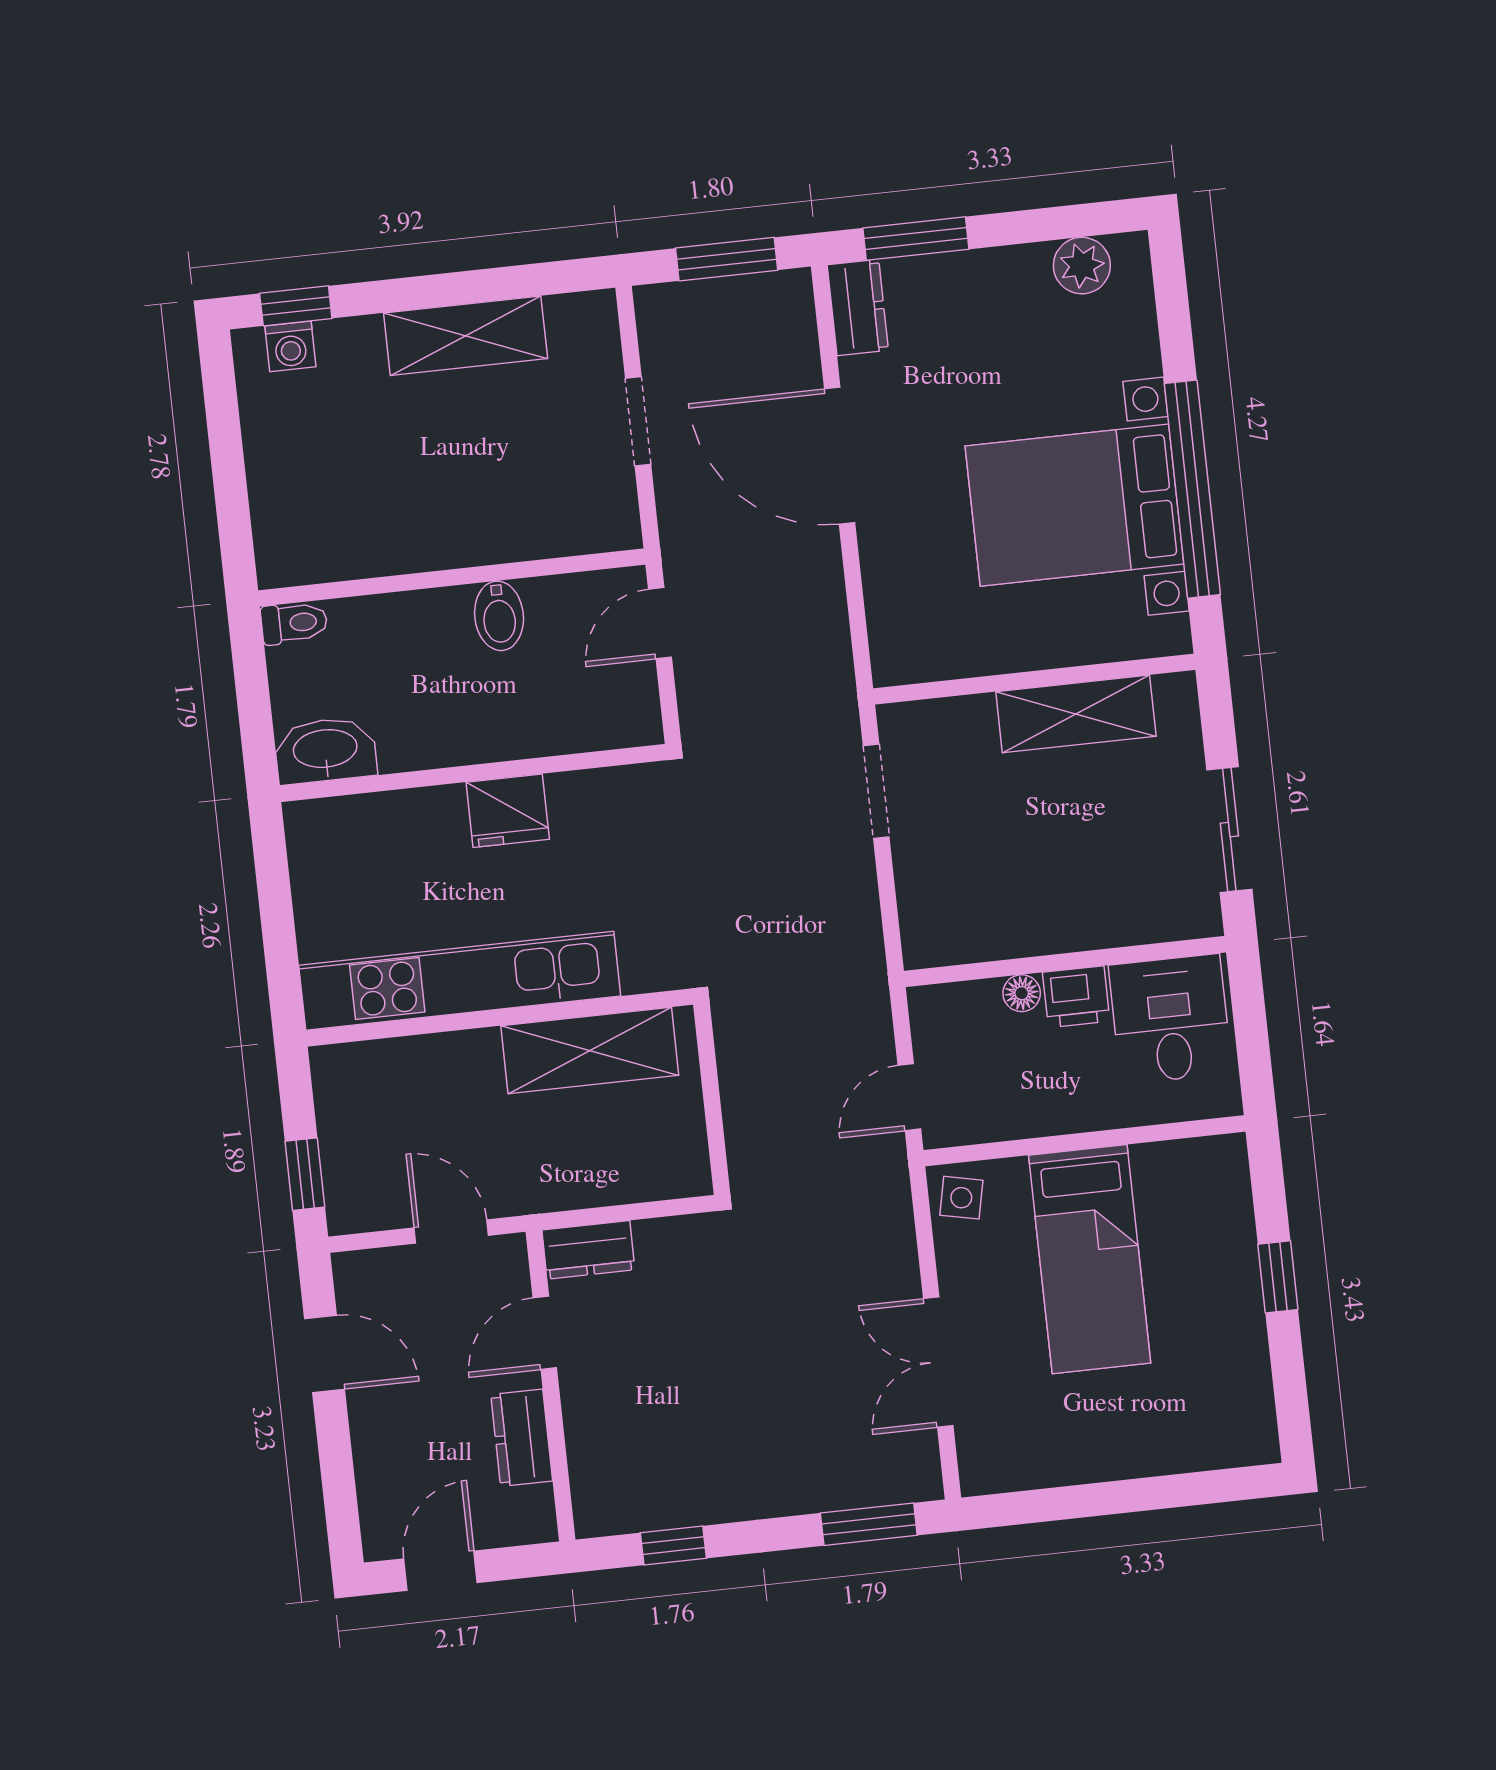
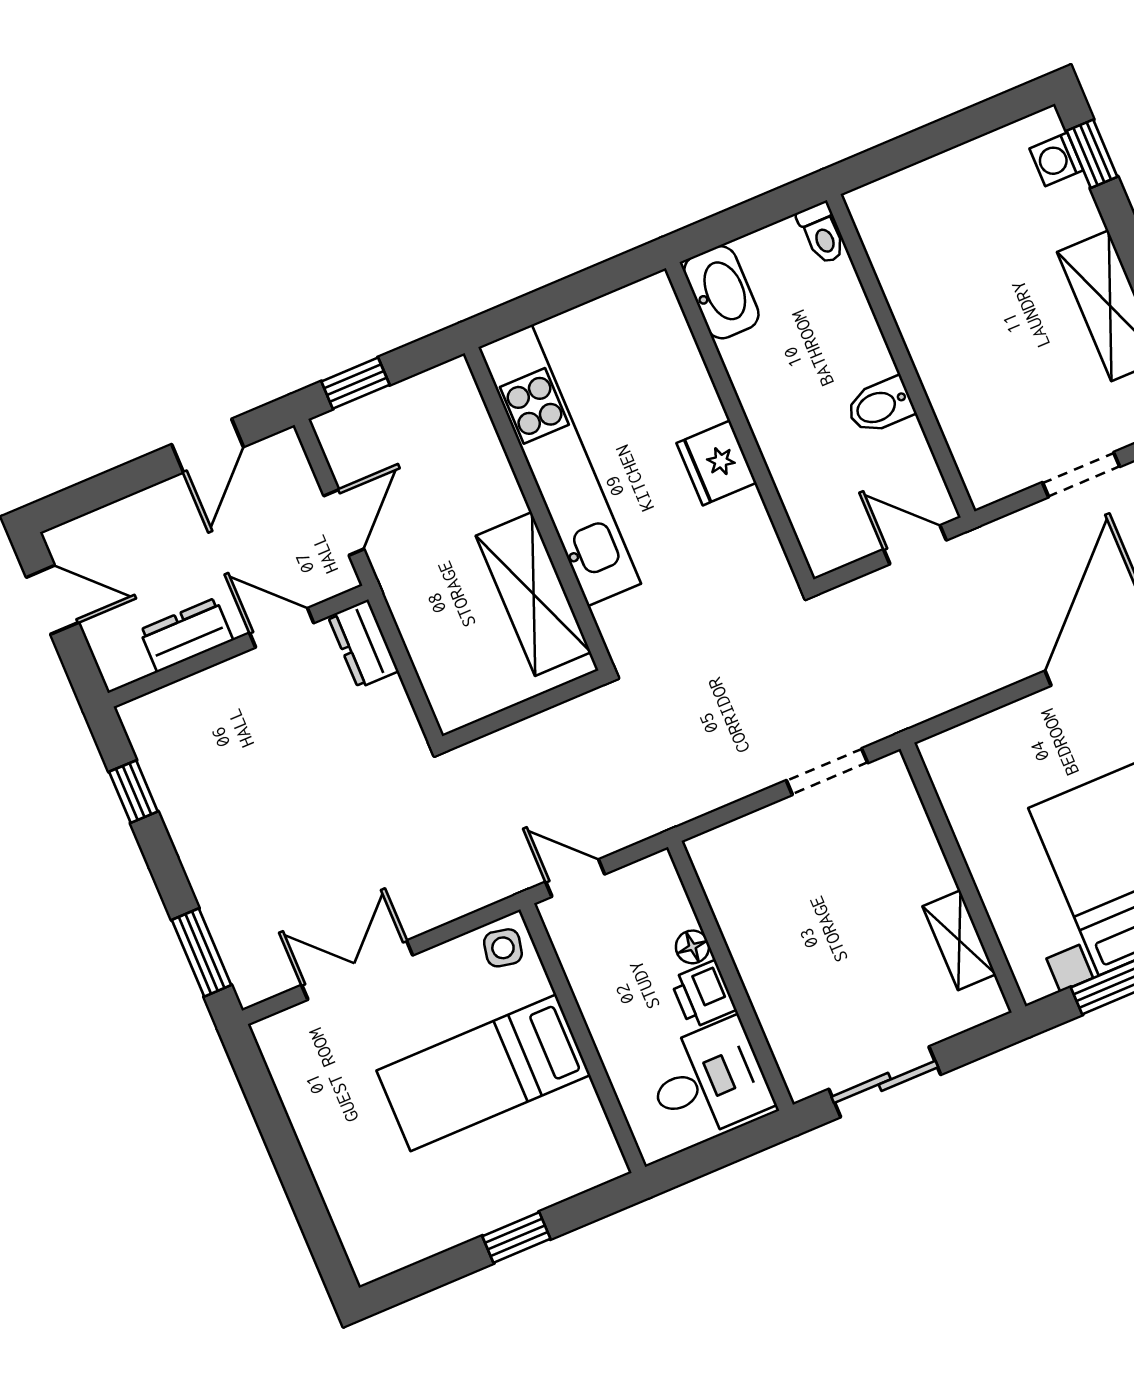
shelving: (1076, 714) -> (959, 940), width x0.67, depth x0.75

